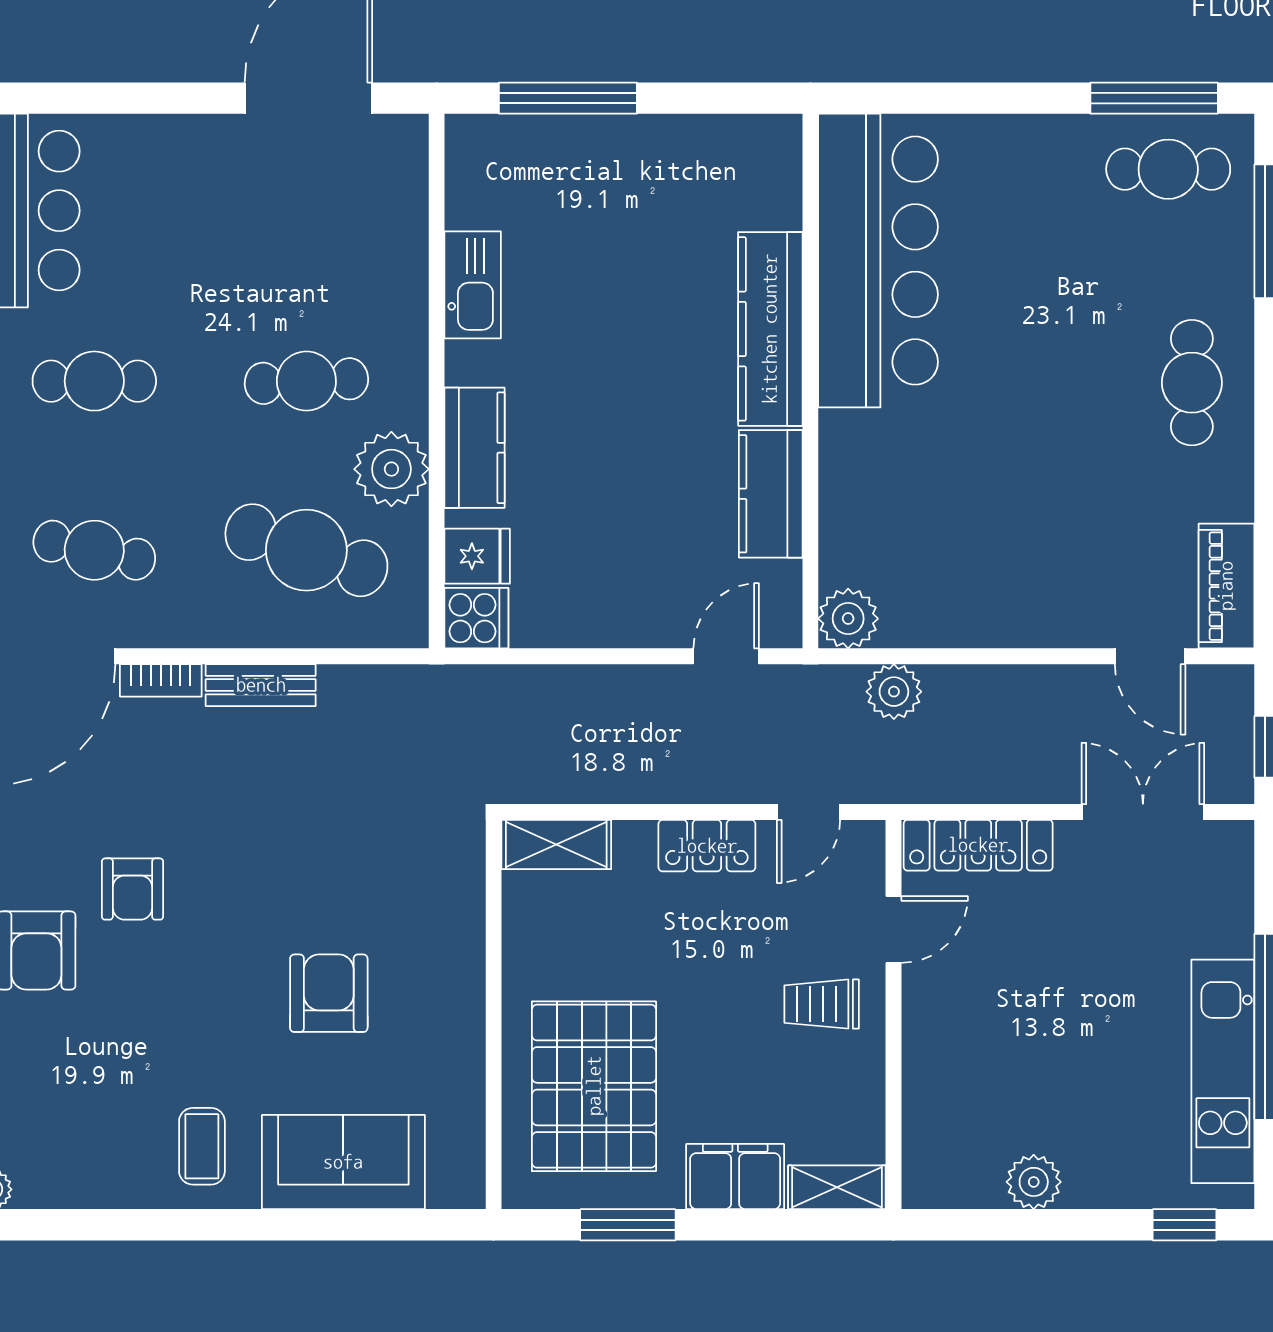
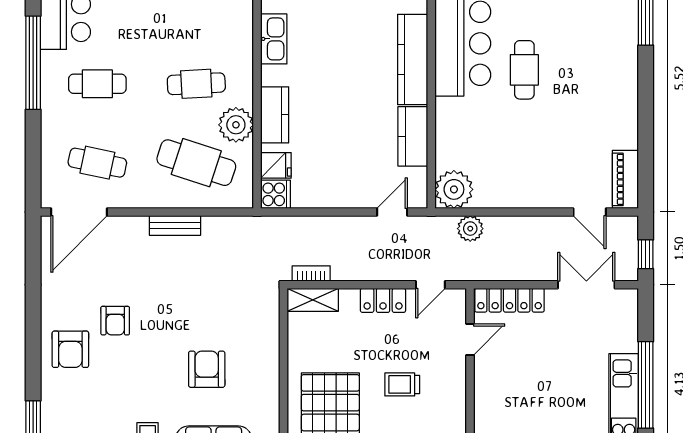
cafe table: (1192, 383) -> (524, 70), moved
plant: (848, 619) -> (454, 189), width x1.36, depth x1.36
bookcase: (161, 680) -> (311, 273), moved, turned 180
trolley: (822, 1004) -> (402, 384), moved

